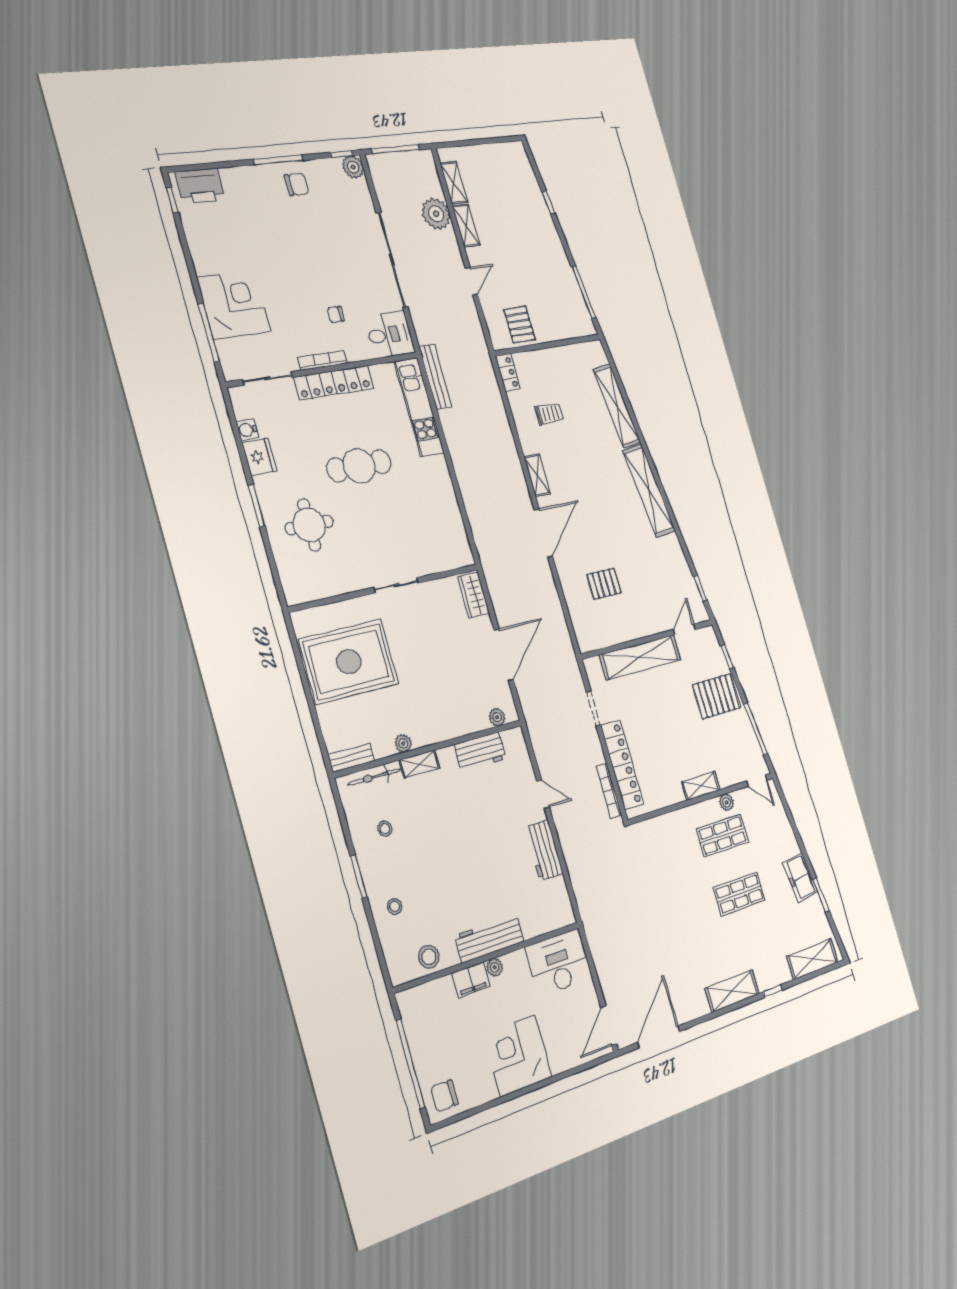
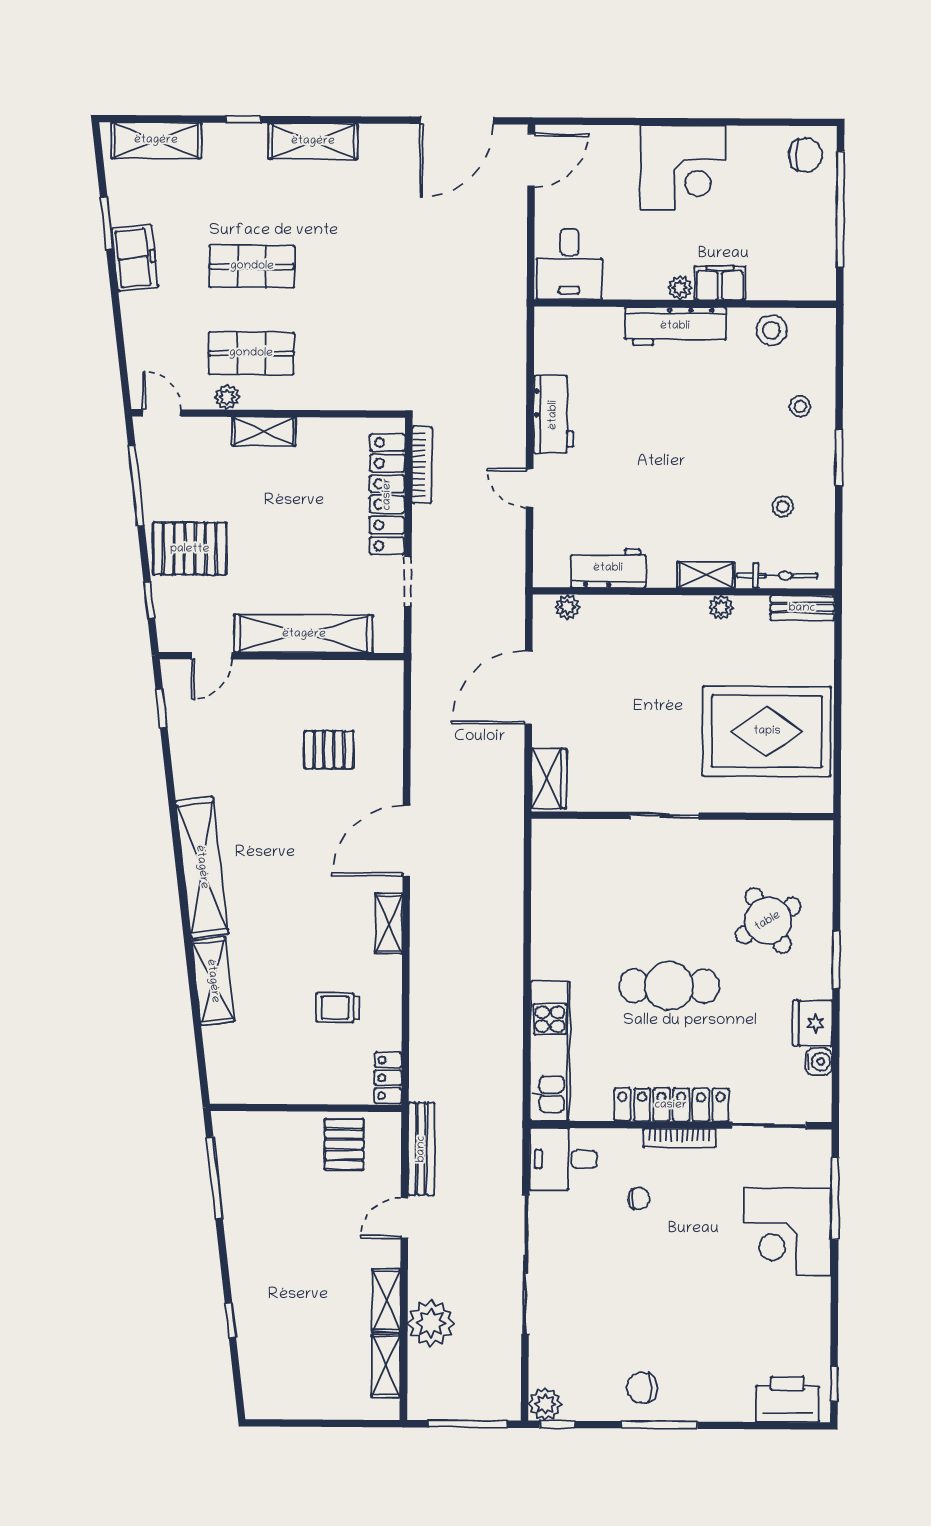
bench: (435, 377) -> (421, 1149), moved
shelving: (617, 406) -> (213, 981), width x0.68
round table: (309, 525) -> (768, 921), turned -31
desk: (558, 963) -> (569, 264), width x0.73

